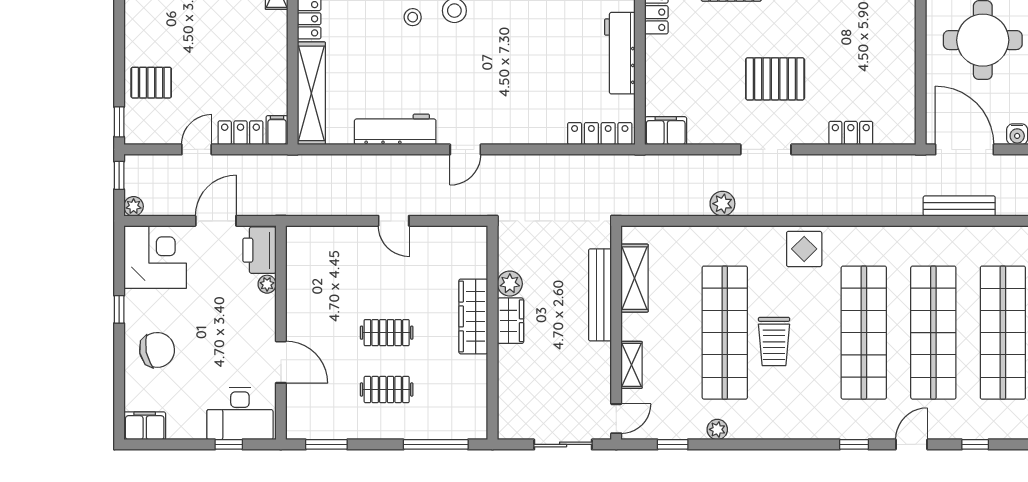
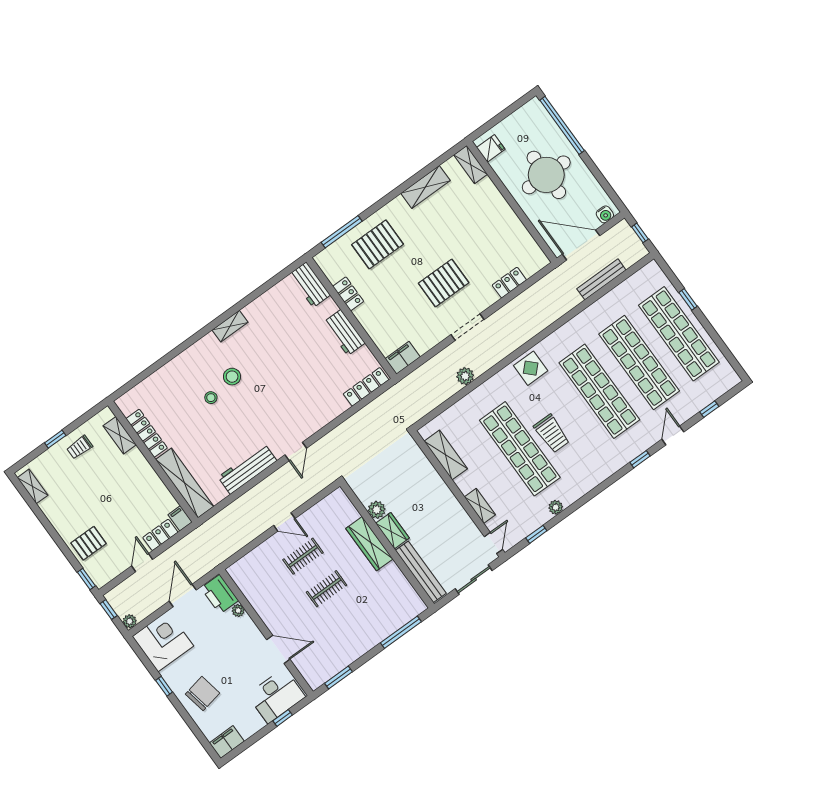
workbench: (620, 53) -> (344, 332), width x0.73
bench: (600, 295) -> (421, 572), moved
clothes rail: (387, 390) -> (303, 556), moved

